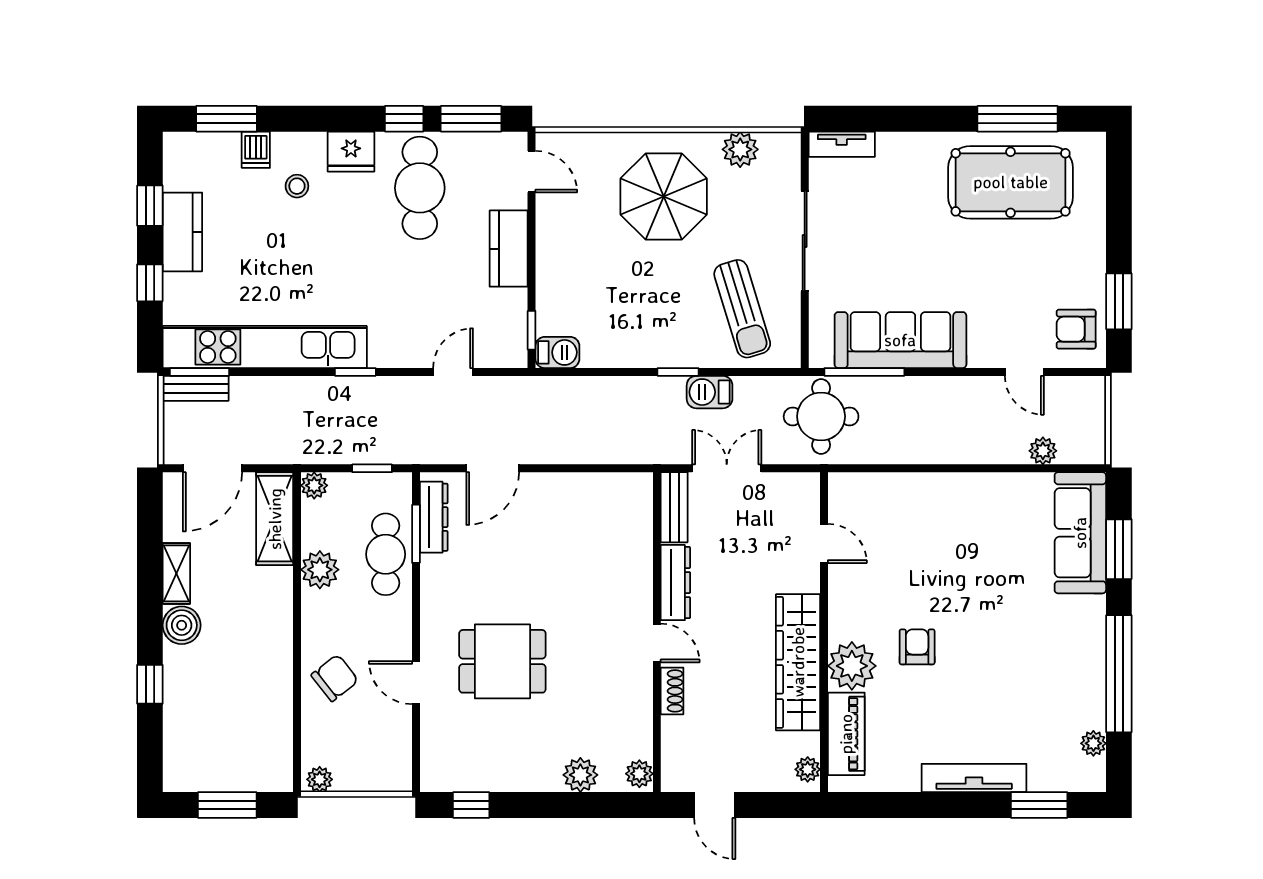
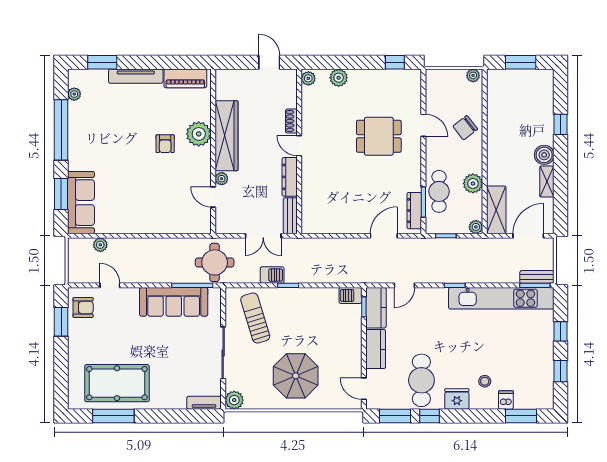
plant: (740, 149) -> (234, 400), moved
kitchen counter: (182, 232) -> (376, 308), moved, turned 180
piano: (846, 734) -> (185, 78), moved, turned -90
plant: (808, 769) -> (222, 179), moved

